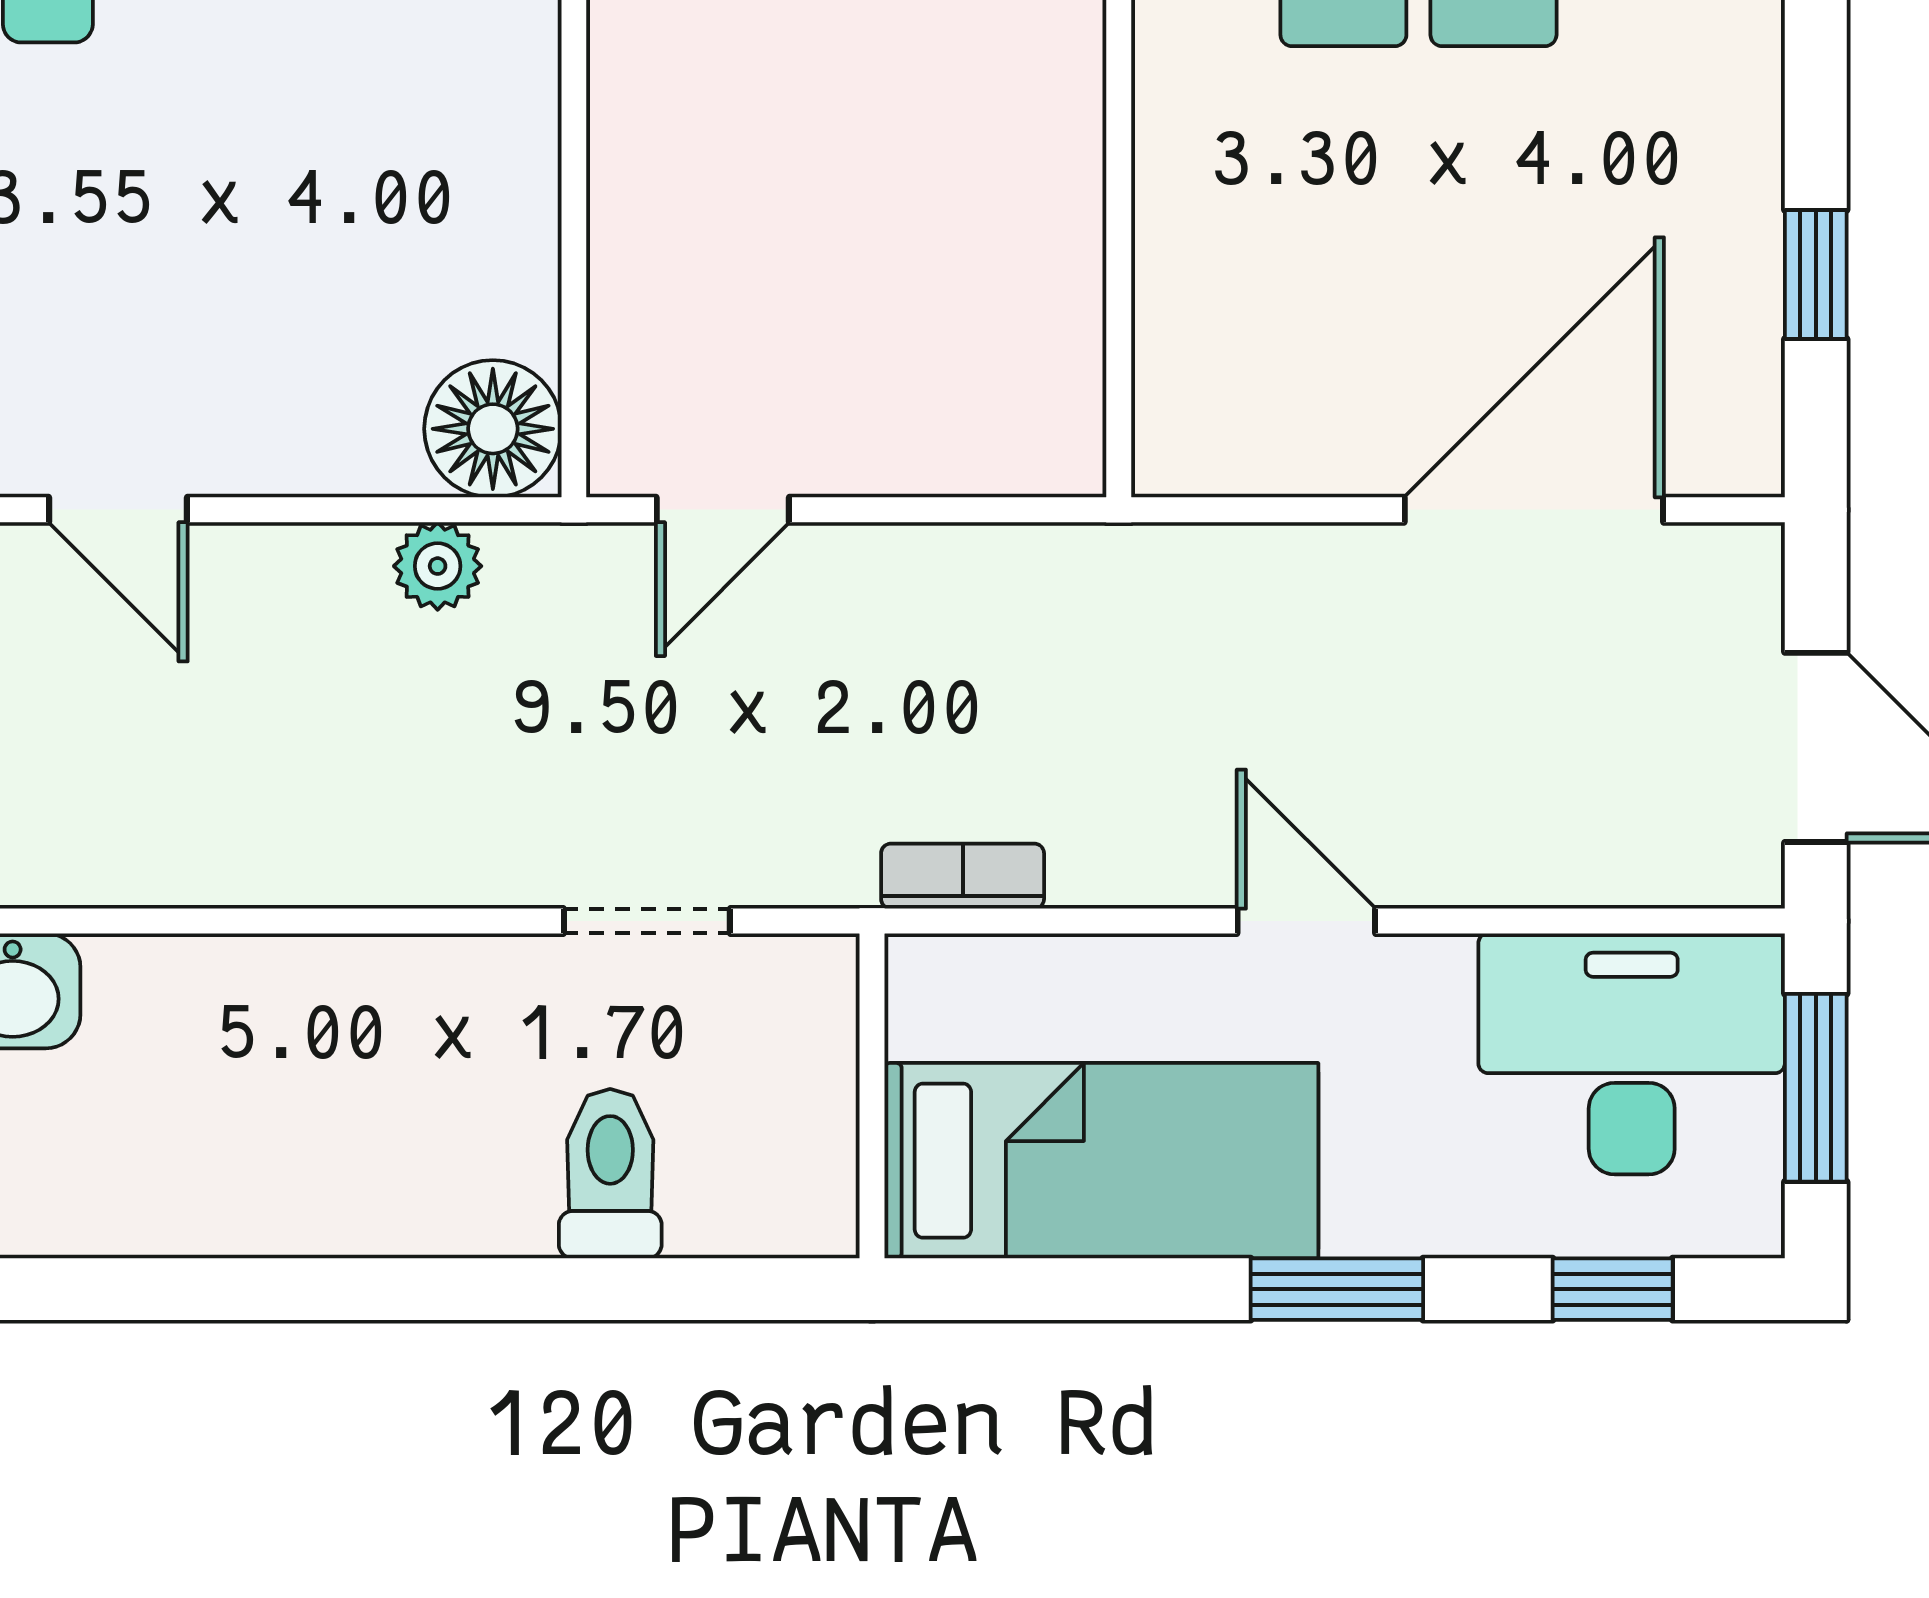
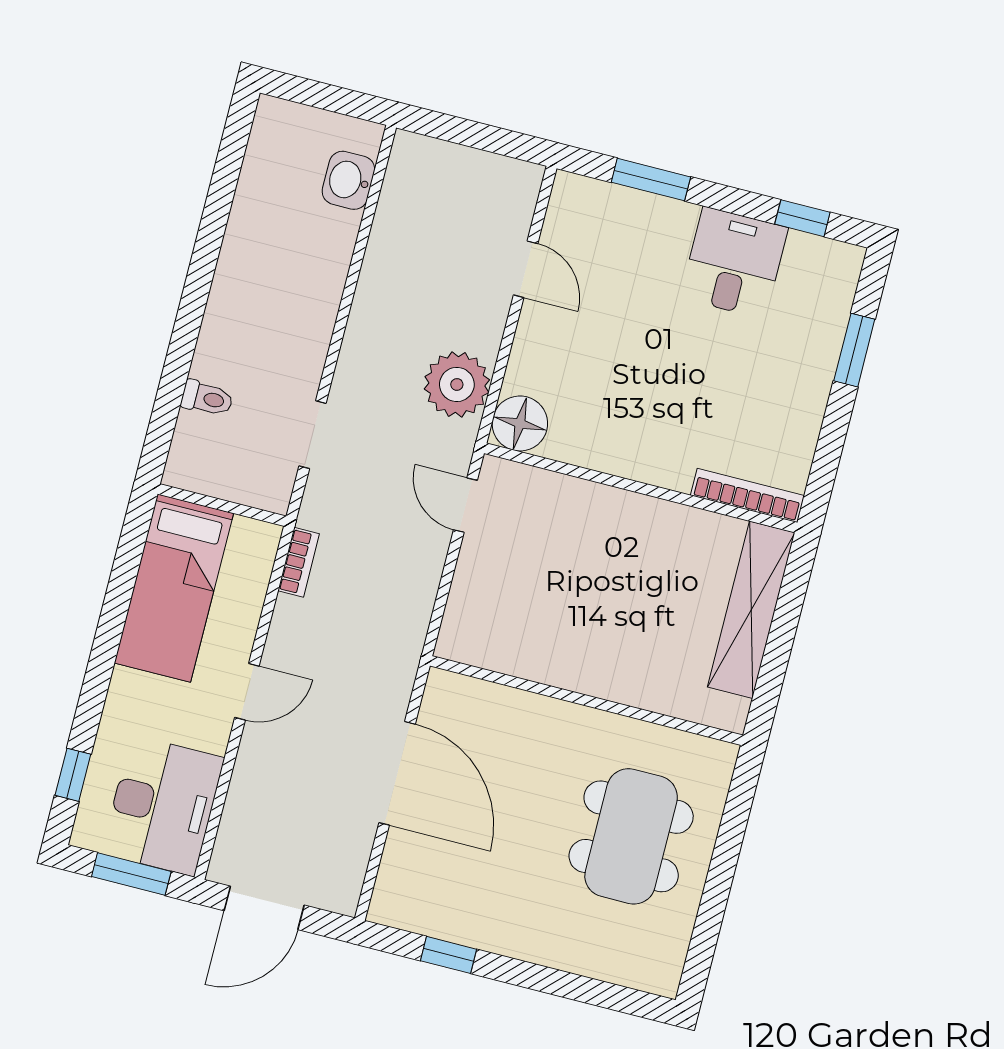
door: (118, 510) -> (526, 269), swing flipped
door: (1534, 510) -> (397, 773), moved
plant: (438, 566) -> (457, 384), width x1.88, depth x1.88
toilet: (610, 1174) -> (207, 398), width x0.73, depth x0.72
window: (1337, 1289) -> (100, 667), removed

